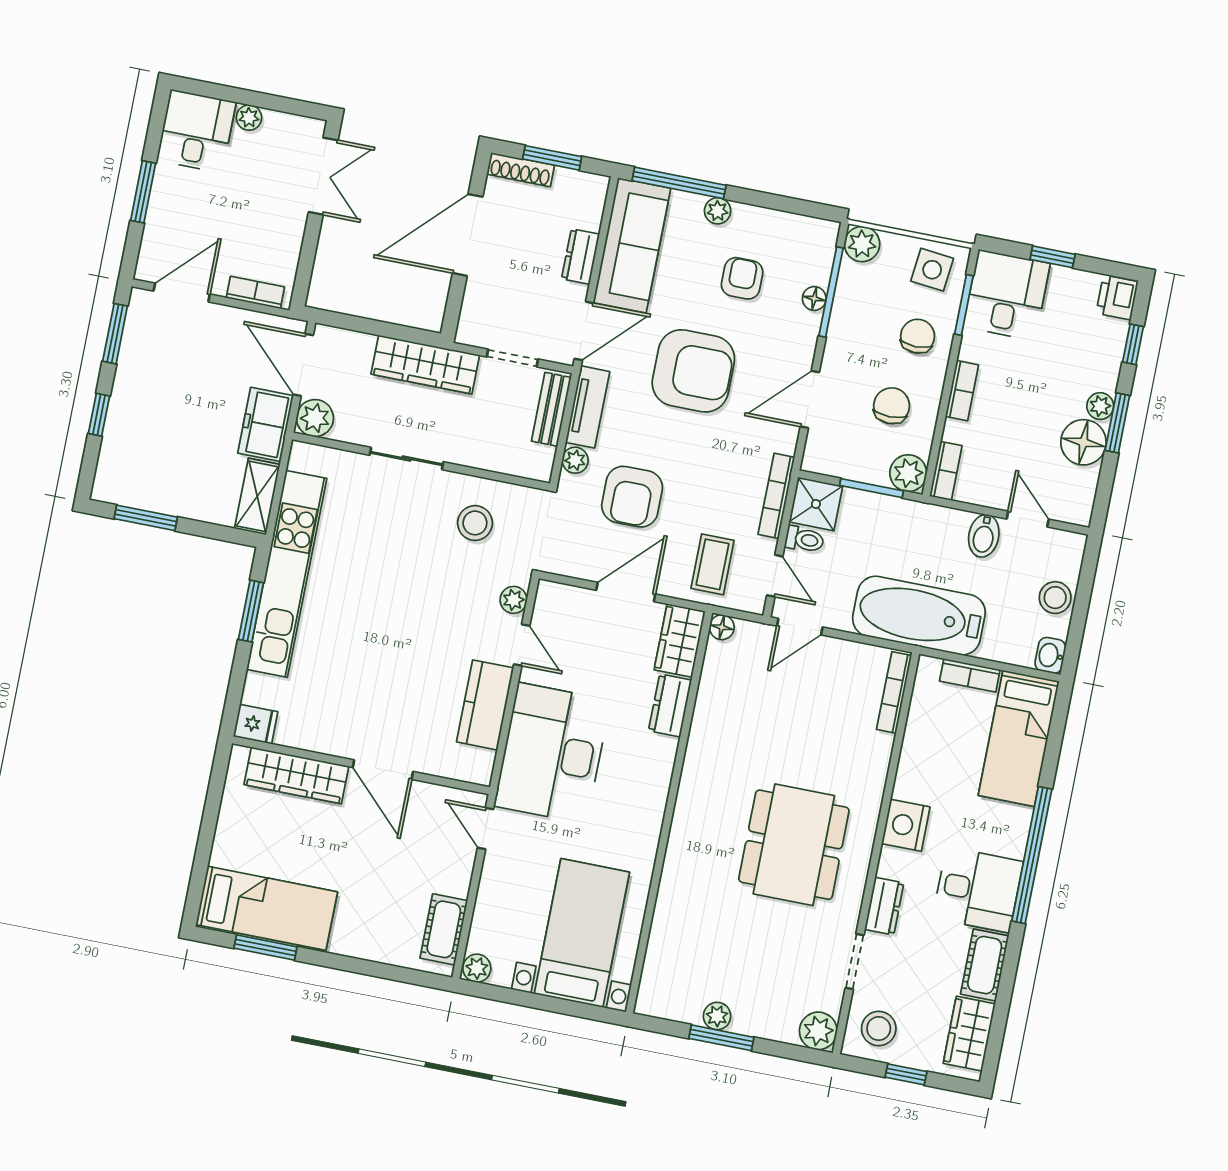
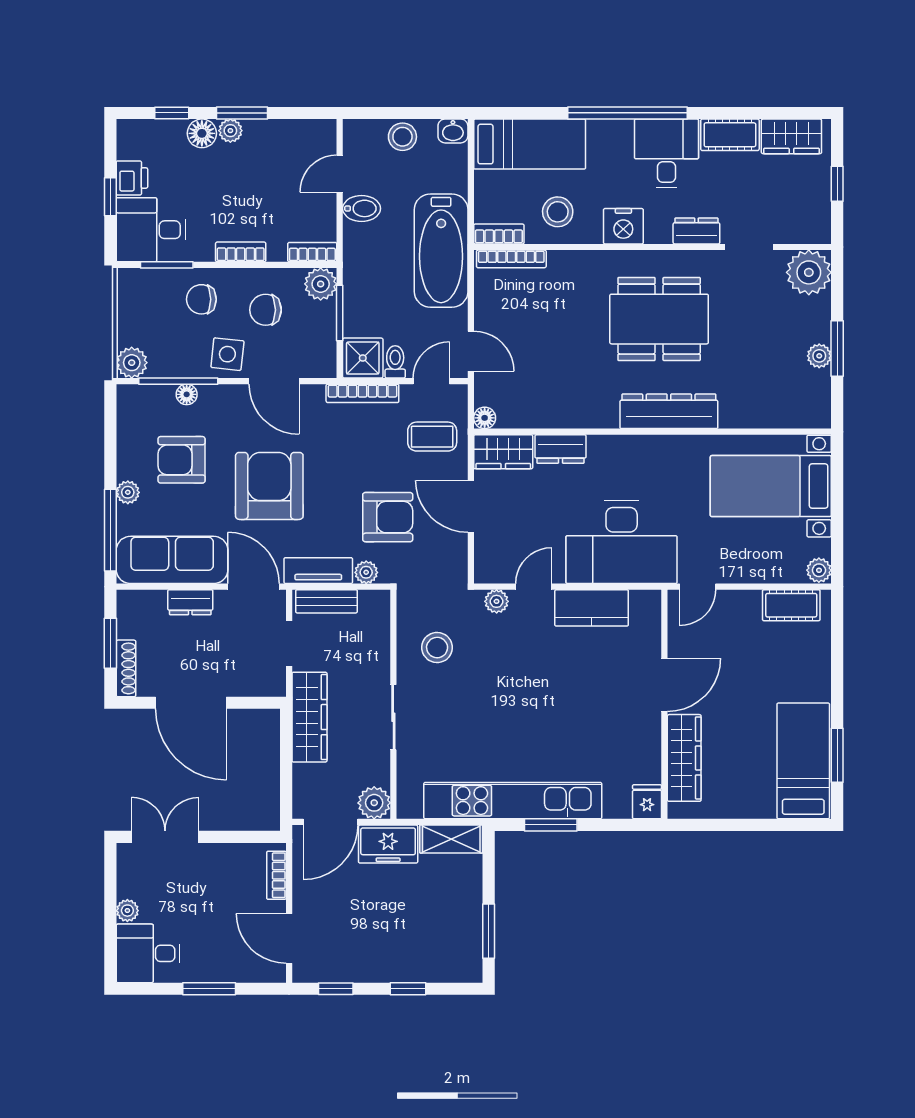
side table: (932, 270) -> (227, 354), moved
armchair: (742, 278) -> (182, 460), width x1.38, depth x1.38
printer: (1117, 297) -> (132, 178), moved, turned -90
window: (115, 334) -> (336, 989), width x0.67
floor lamp: (1083, 442) -> (202, 133), moved, width x0.73, depth x0.73
bookcase: (970, 675) -> (499, 234), moved, turned -90
dresser: (688, 835) -> (669, 411), added
stool: (879, 1029) -> (558, 212), moved
plant: (818, 1031) -> (809, 272), width x1.36, depth x1.36

